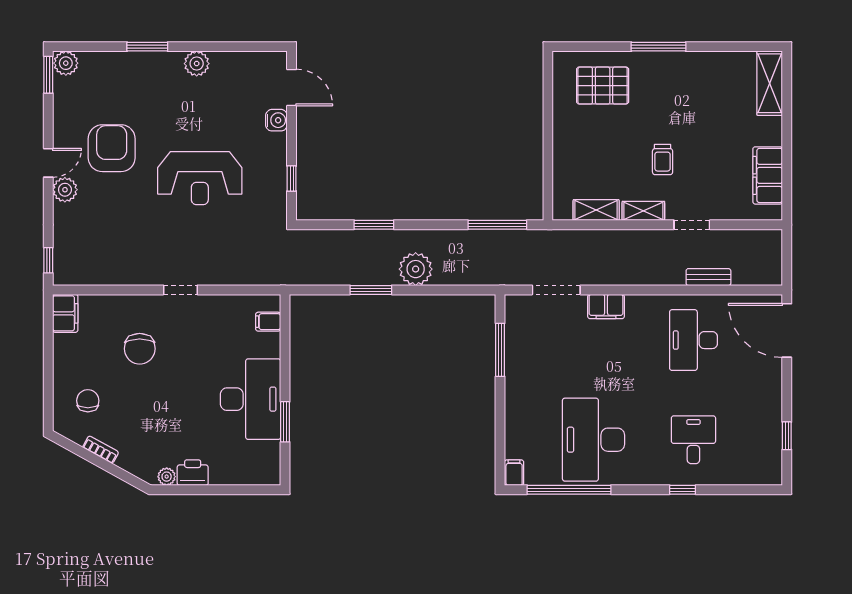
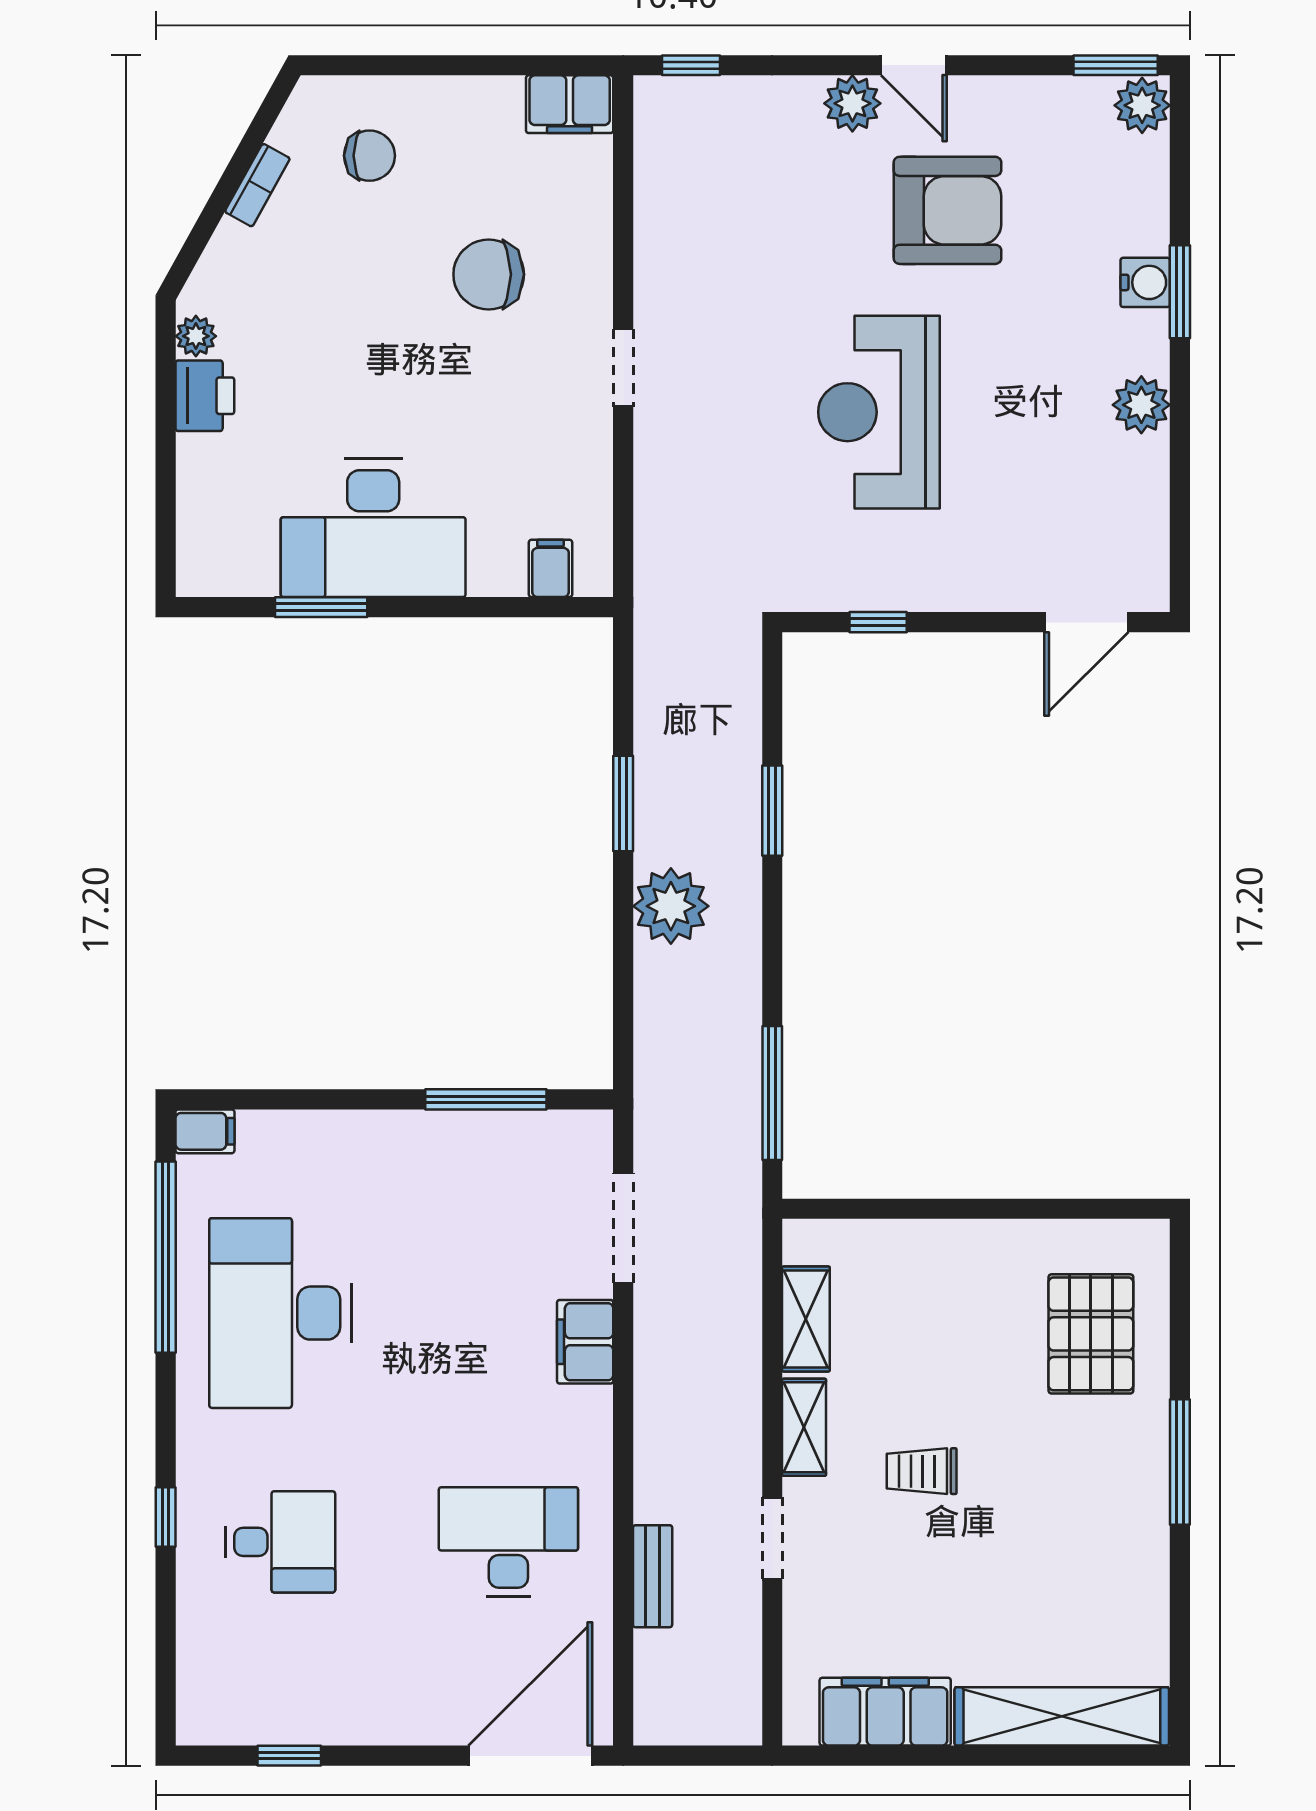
shelving: (770, 83) -> (1062, 1716), width x1.47
water cooler: (276, 120) -> (1145, 282), moved, turned -90
desk: (593, 440) -> (280, 1313), turned -90

